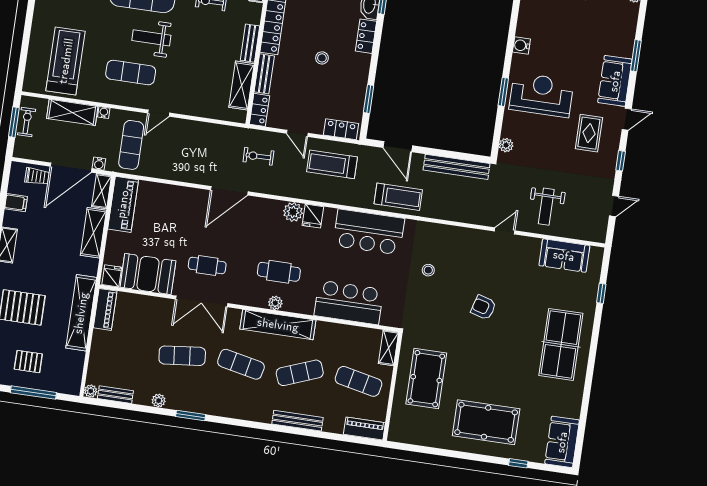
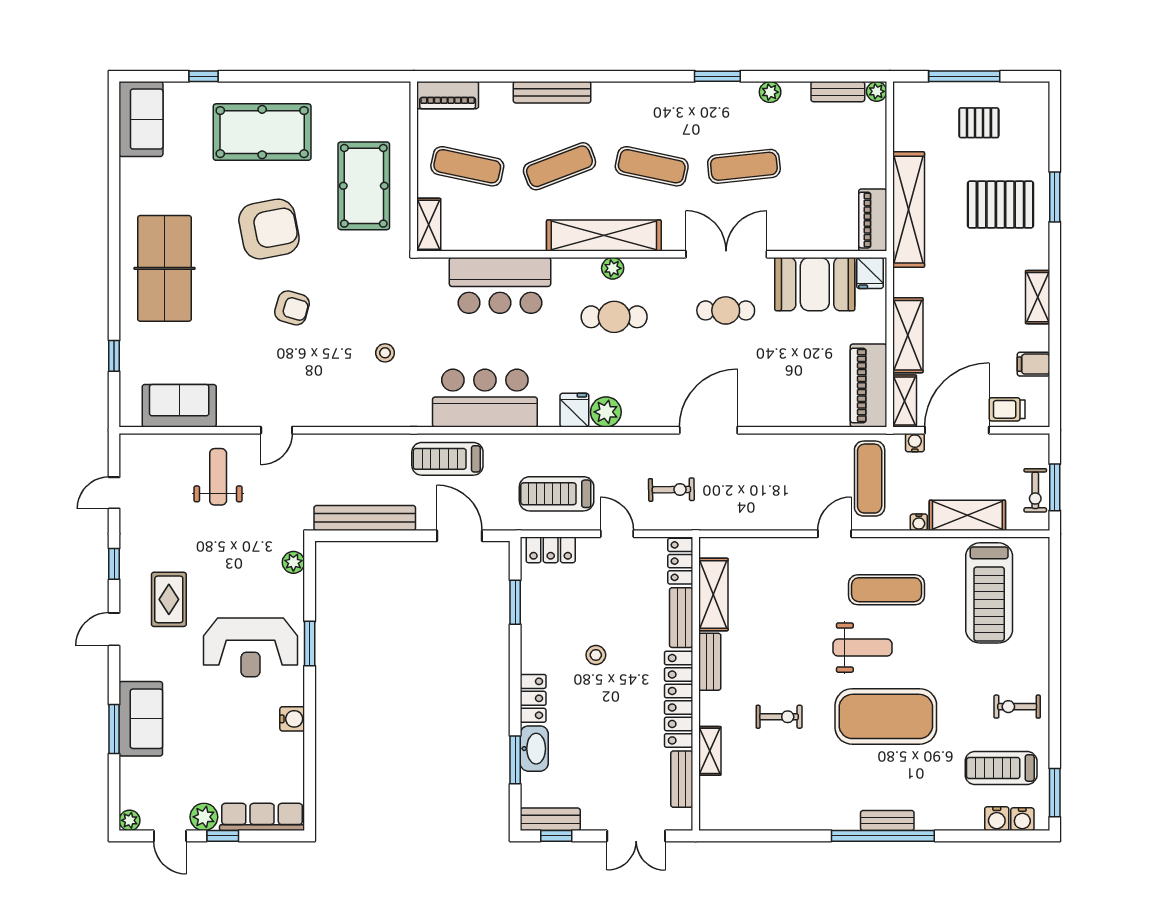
sofa: (615, 81) -> (141, 719), moved
treadmill: (332, 164) -> (557, 494), turned 180
armchair: (491, 360) -> (269, 229), added

